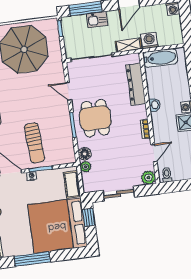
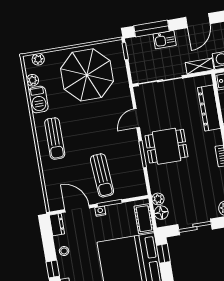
door: (68, 91) -> (137, 118), hinge flipped
dining table: (95, 118) -> (167, 146), turned 90
floor lamp: (85, 154) -> (161, 213), moved

